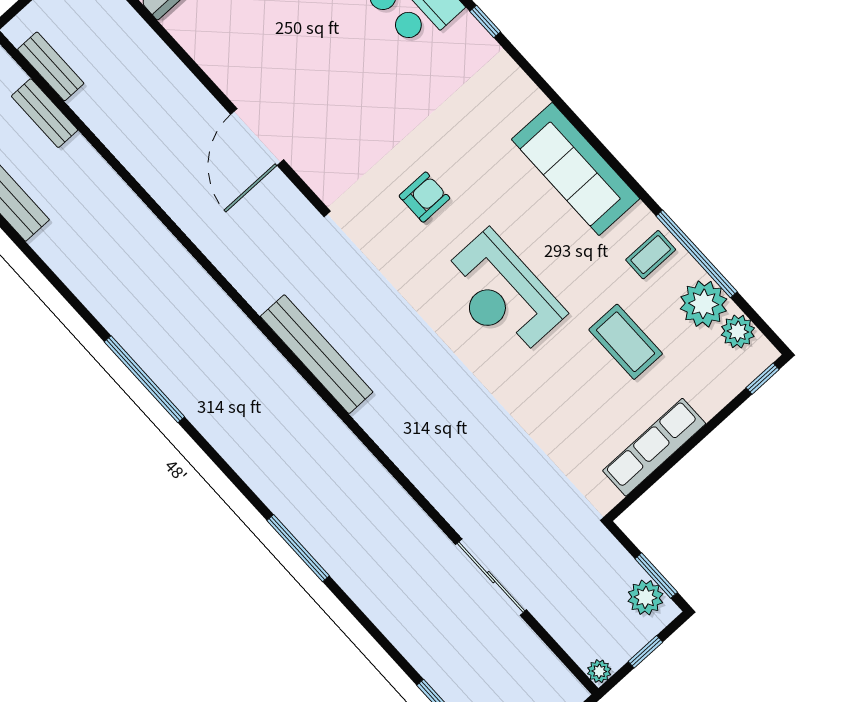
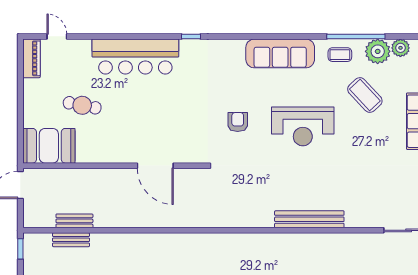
bench: (51, 66) -> (74, 221), moved
coffee table: (651, 255) -> (340, 55), turned 90
coffee table: (626, 342) -> (365, 95), turned 47
bench: (317, 354) -> (309, 219), moved

